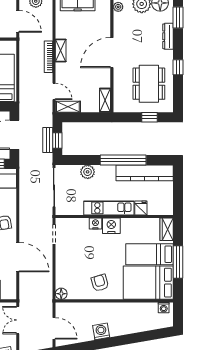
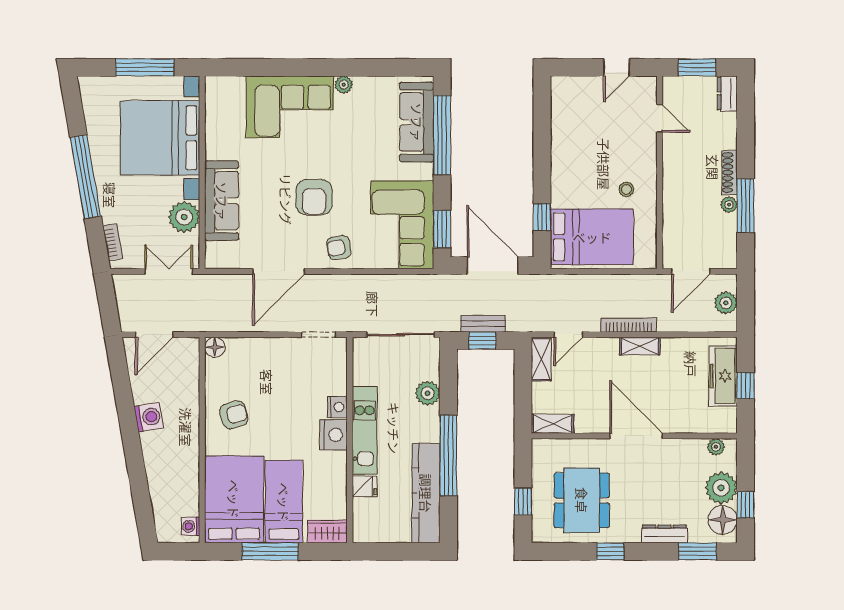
dining table: (149, 84) -> (582, 500), turned 90

